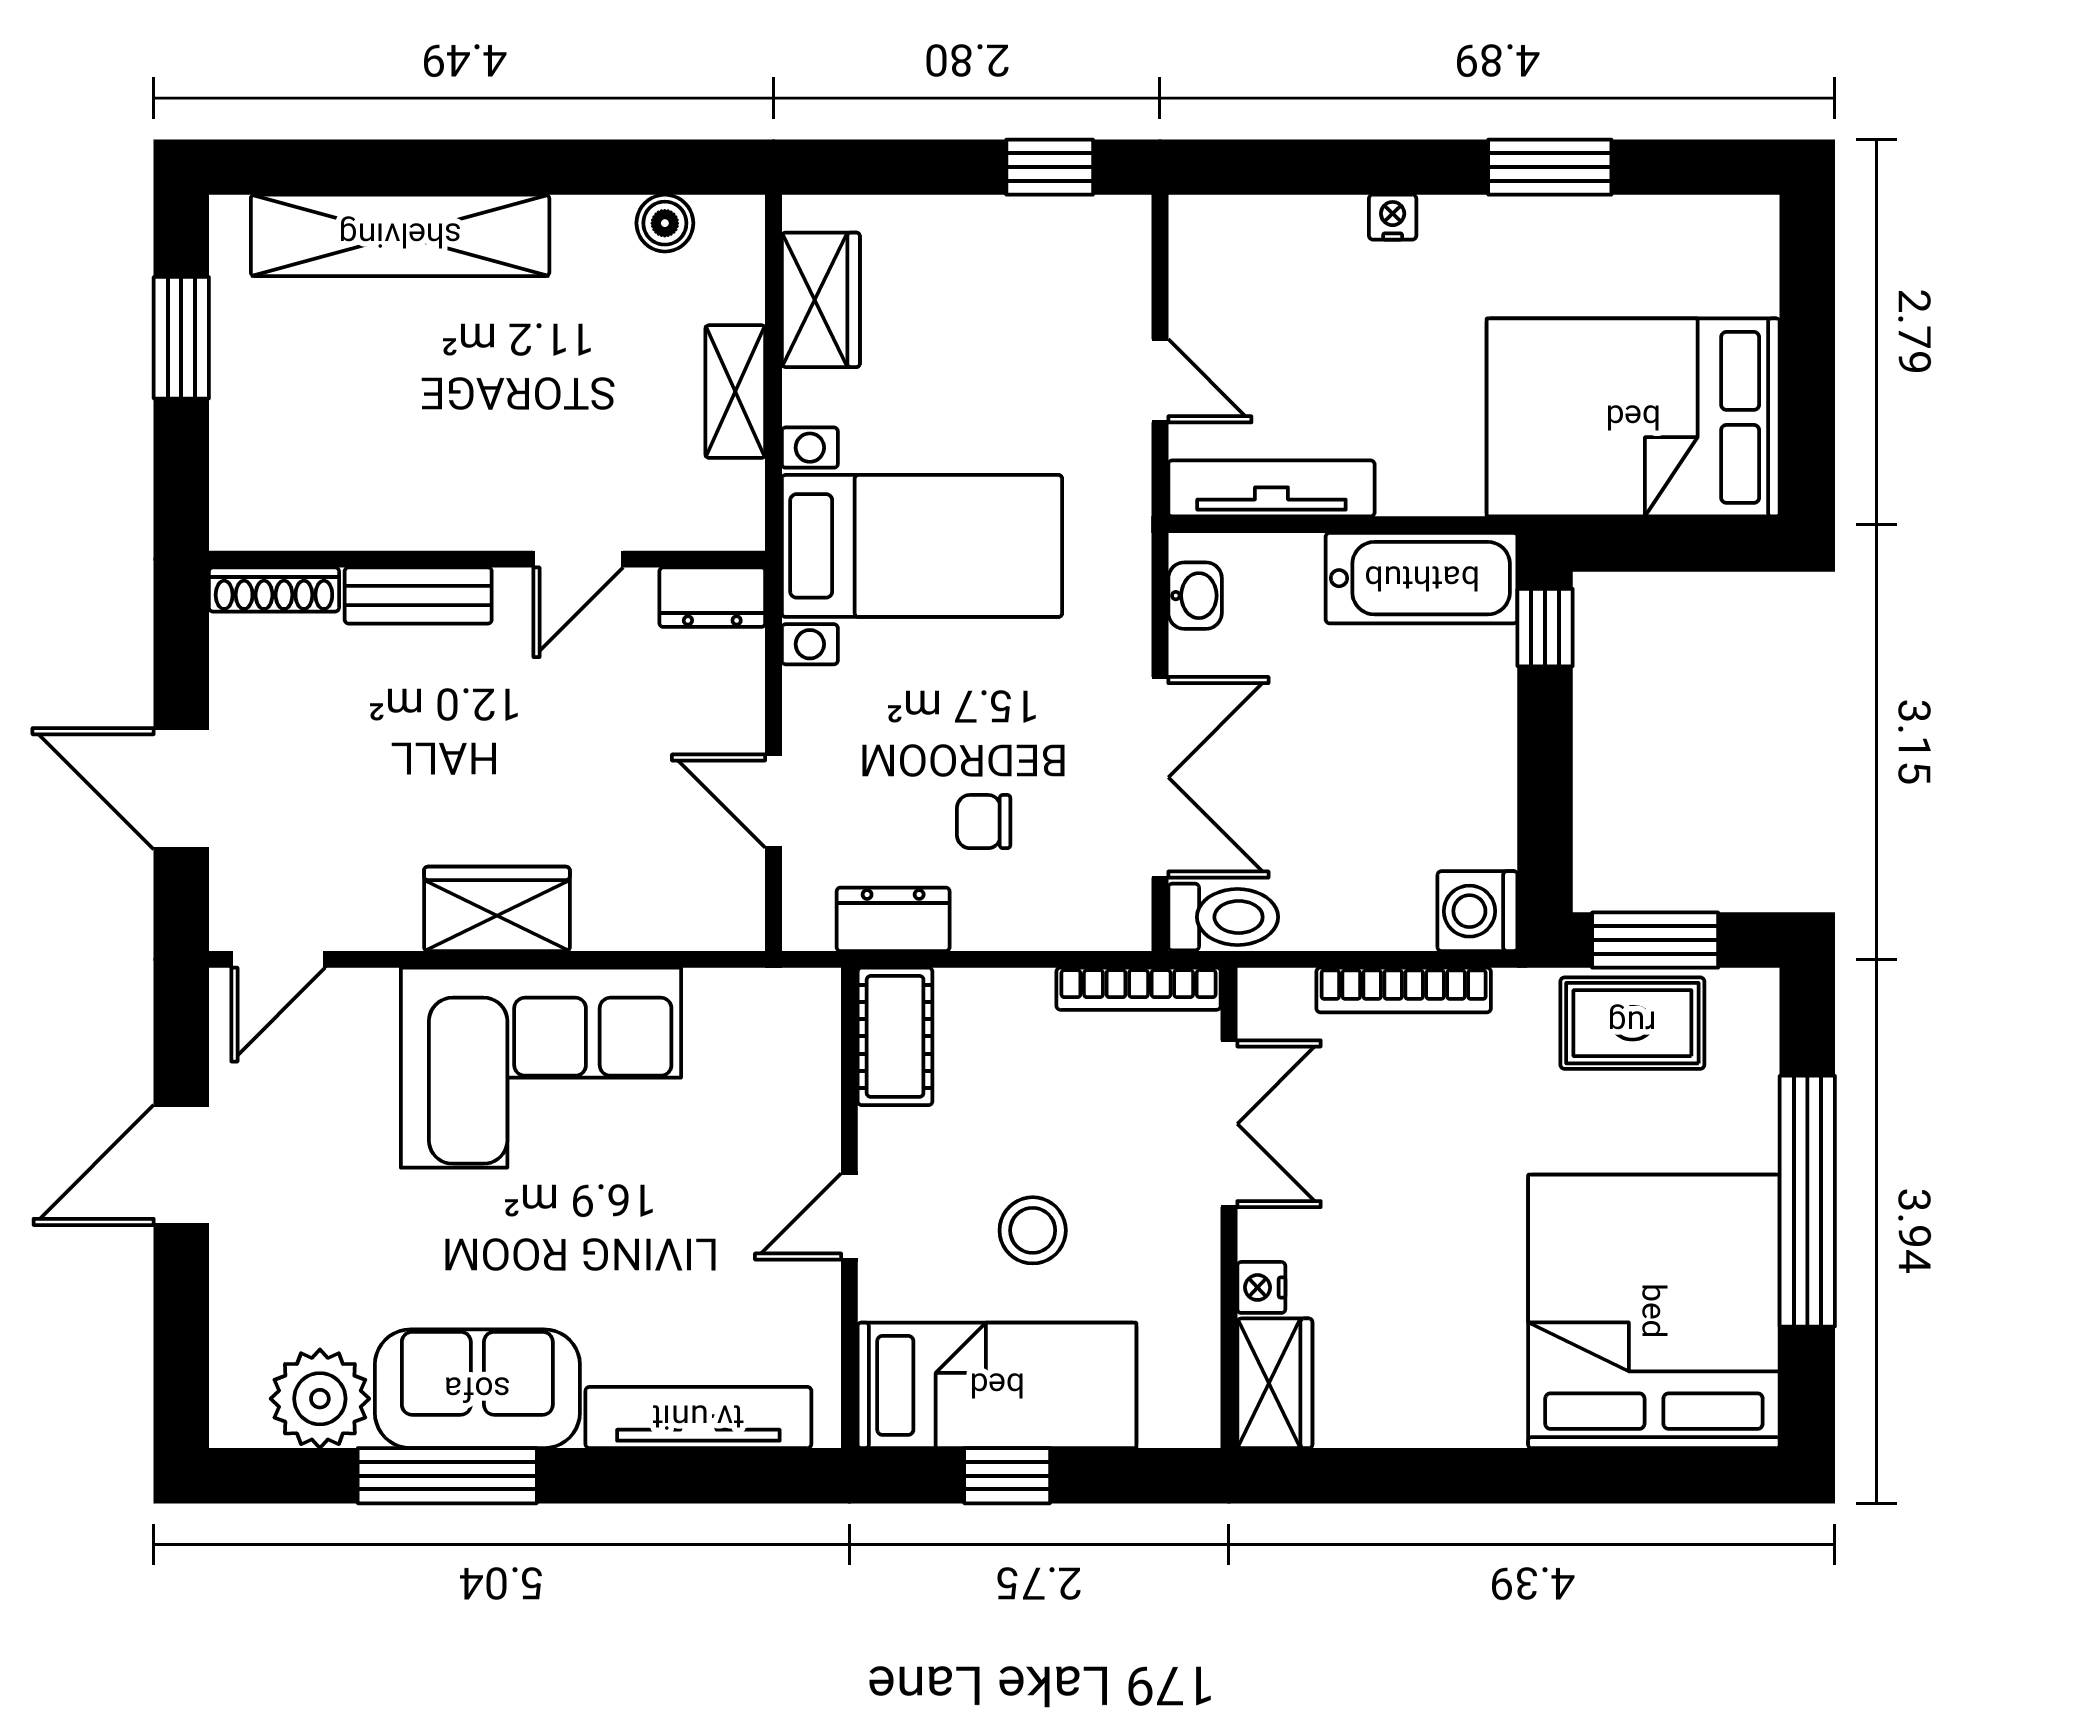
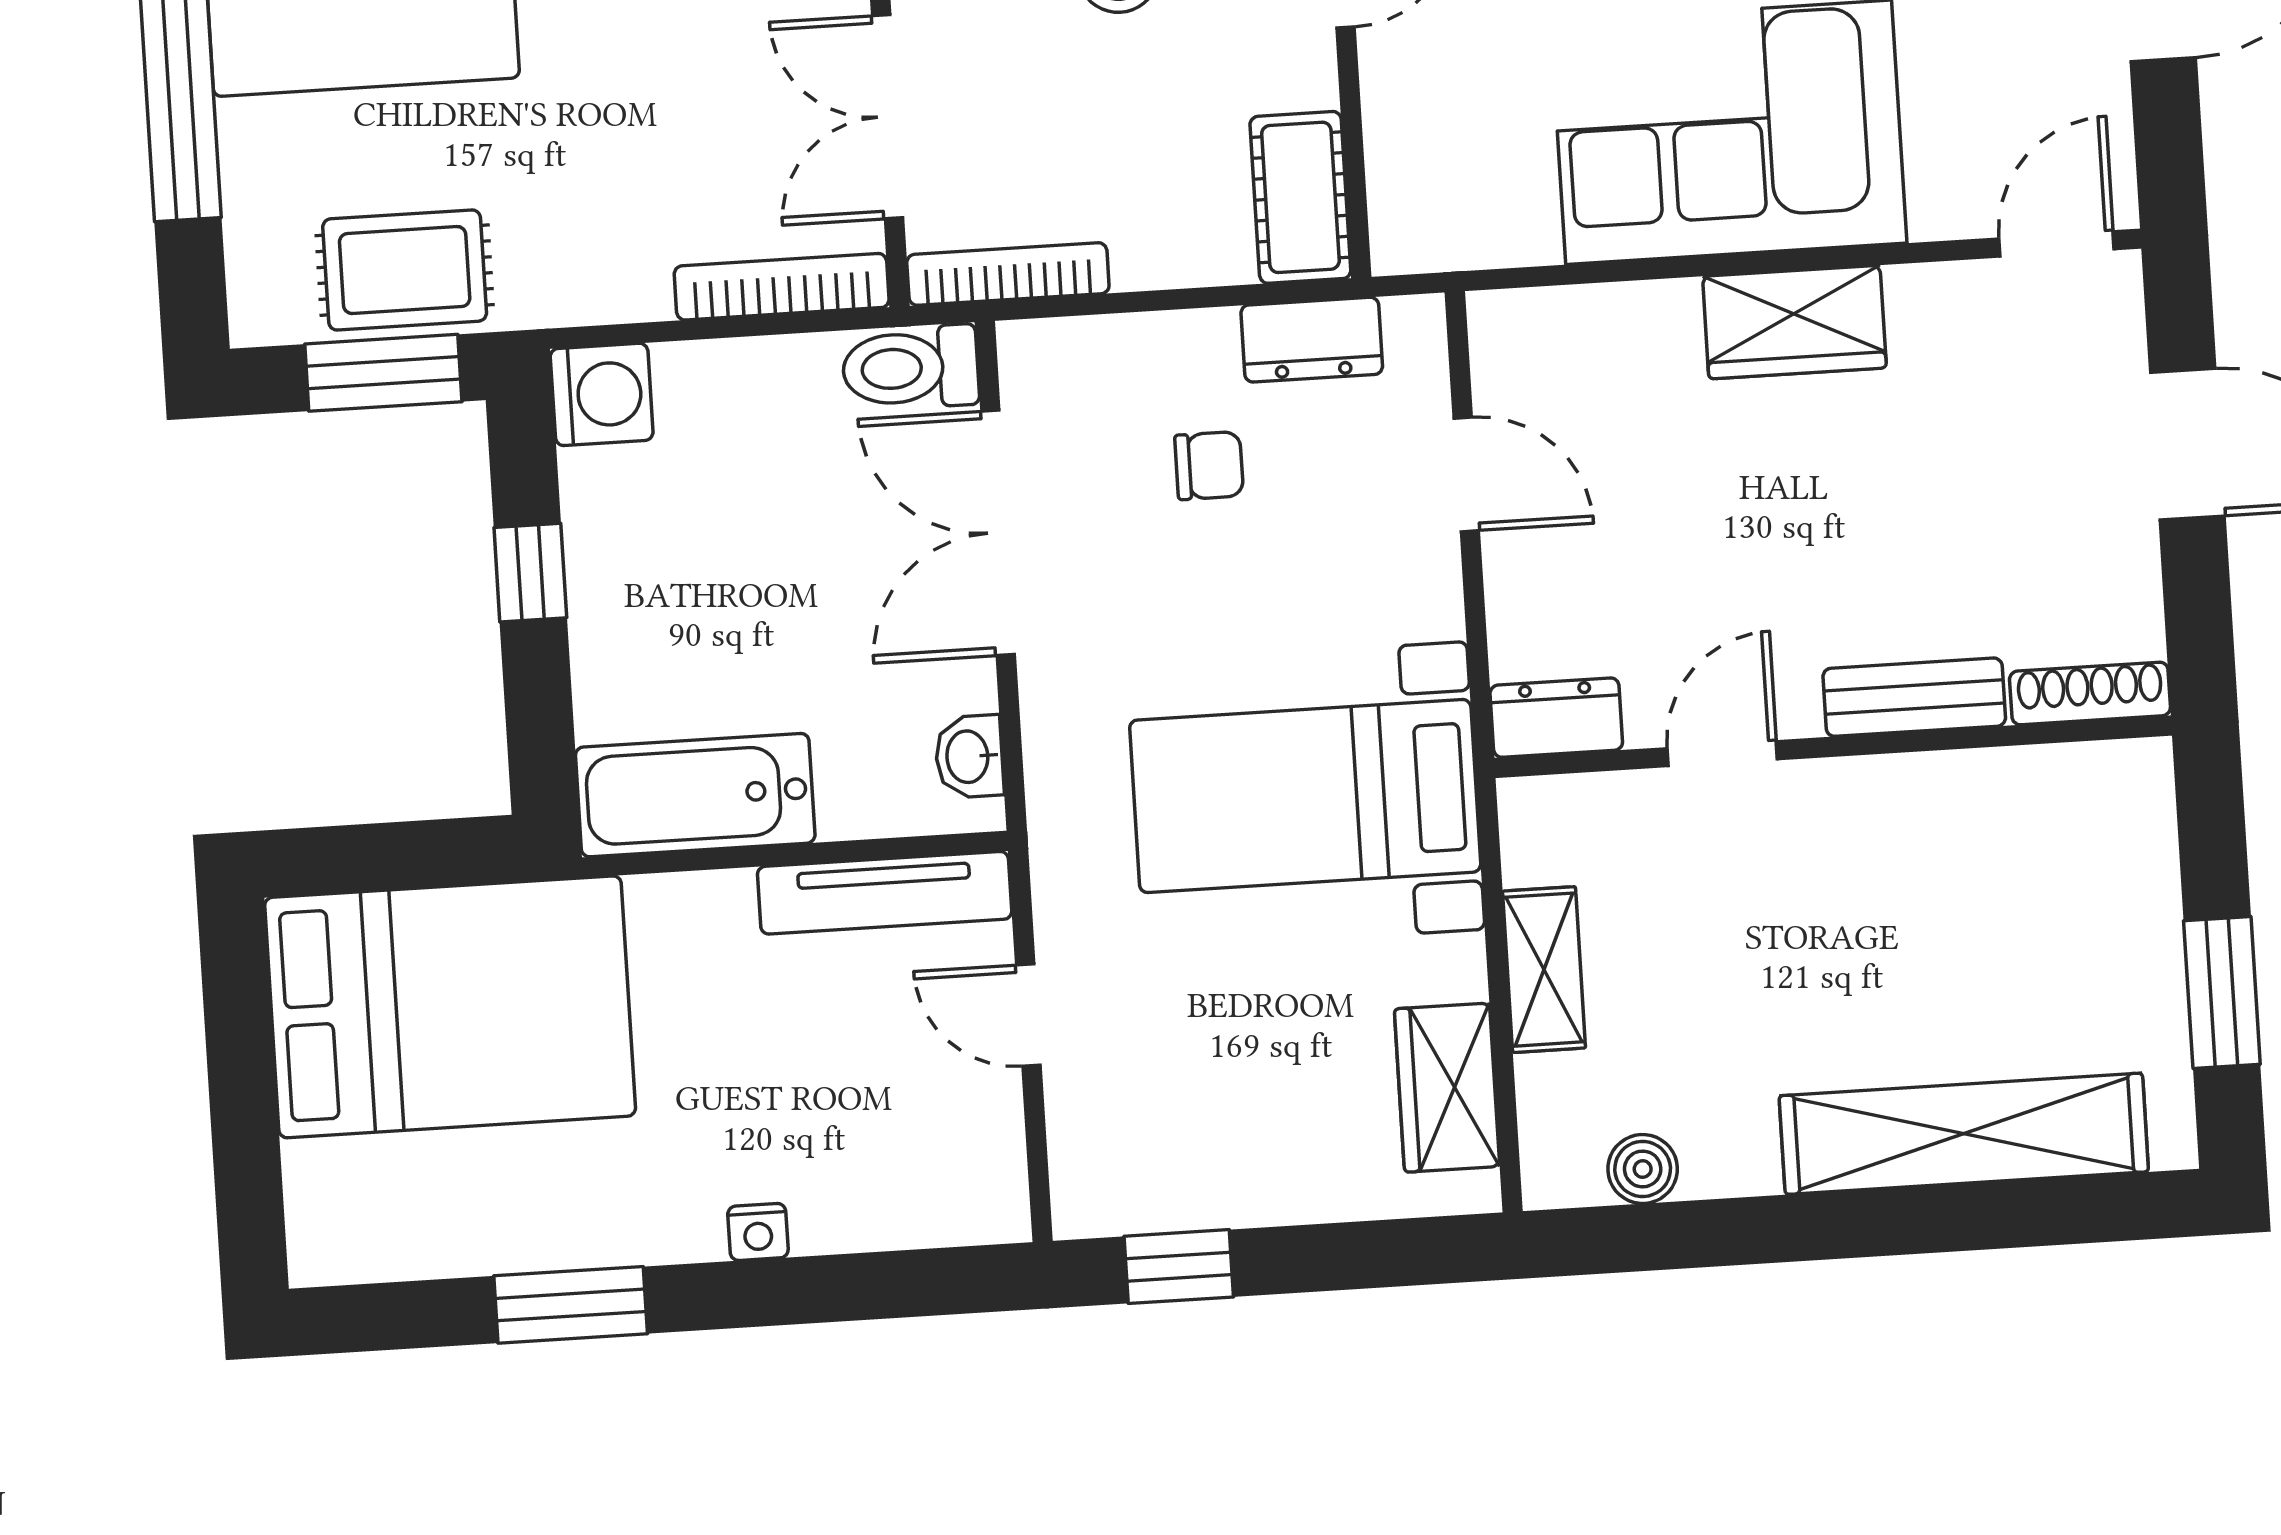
window: (1545, 628) -> (530, 573), moved
bookcase: (1404, 990) -> (782, 287), moved

